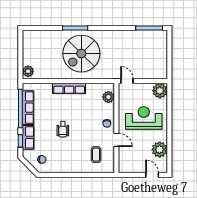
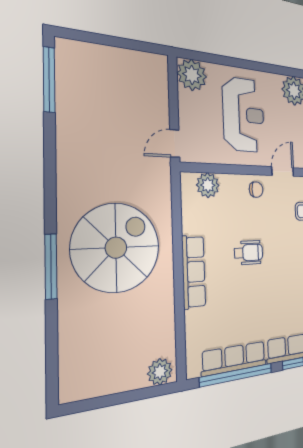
spiral stairs: (81, 54) -> (116, 248), turned -90
reception desk: (144, 118) -> (244, 115), turned 180
wheelchair: (63, 129) -> (249, 253), moved

